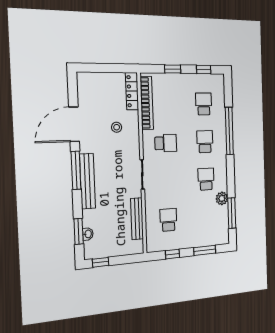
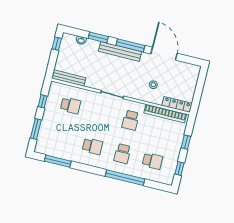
school desk: (205, 142) -> (122, 154), turned 90
plant: (222, 198) -> (73, 156), removed
bench: (137, 219) -> (69, 78), moved
window: (79, 231) -> (98, 37), moved

